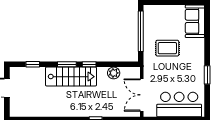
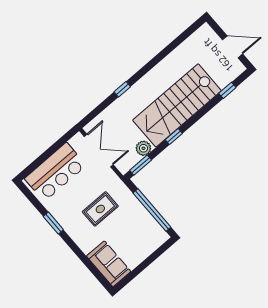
rug: (167, 48) -> (100, 209), moved
window: (67, 64) -> (141, 165), moved
stairs: (71, 77) -> (177, 105), width x1.36, depth x1.51

